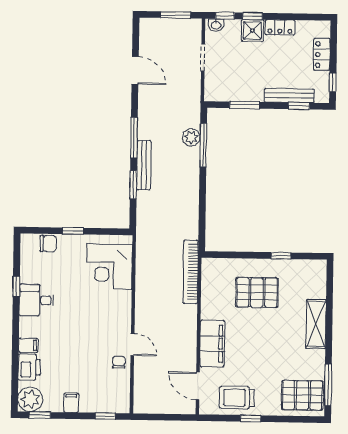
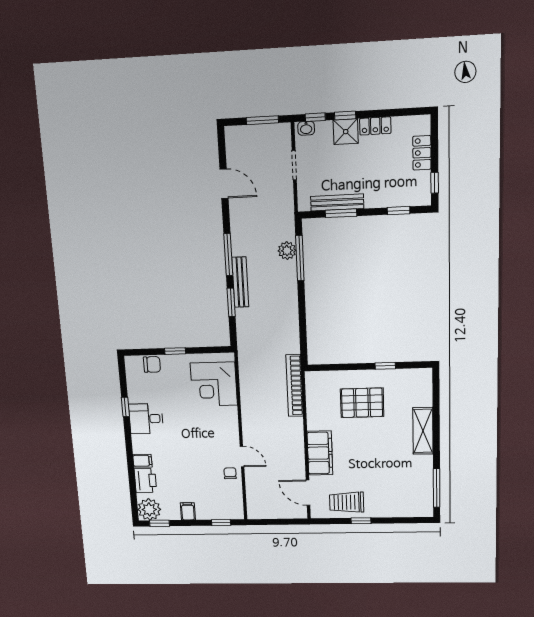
bench: (289, 96) -> (337, 202), moved
pallet: (302, 395) -> (411, 498), removed

